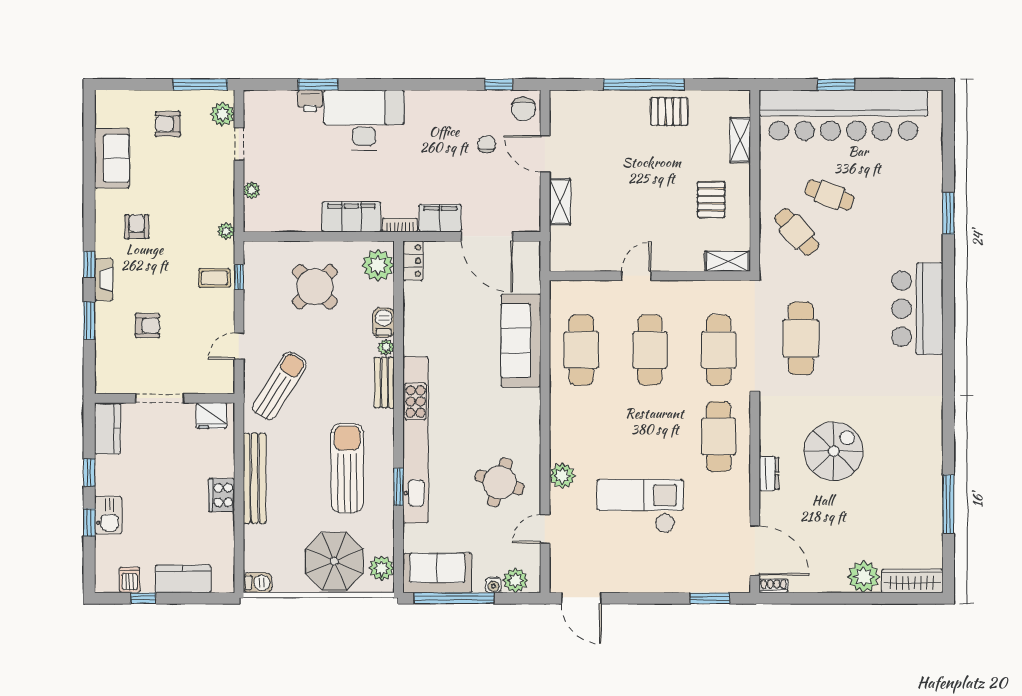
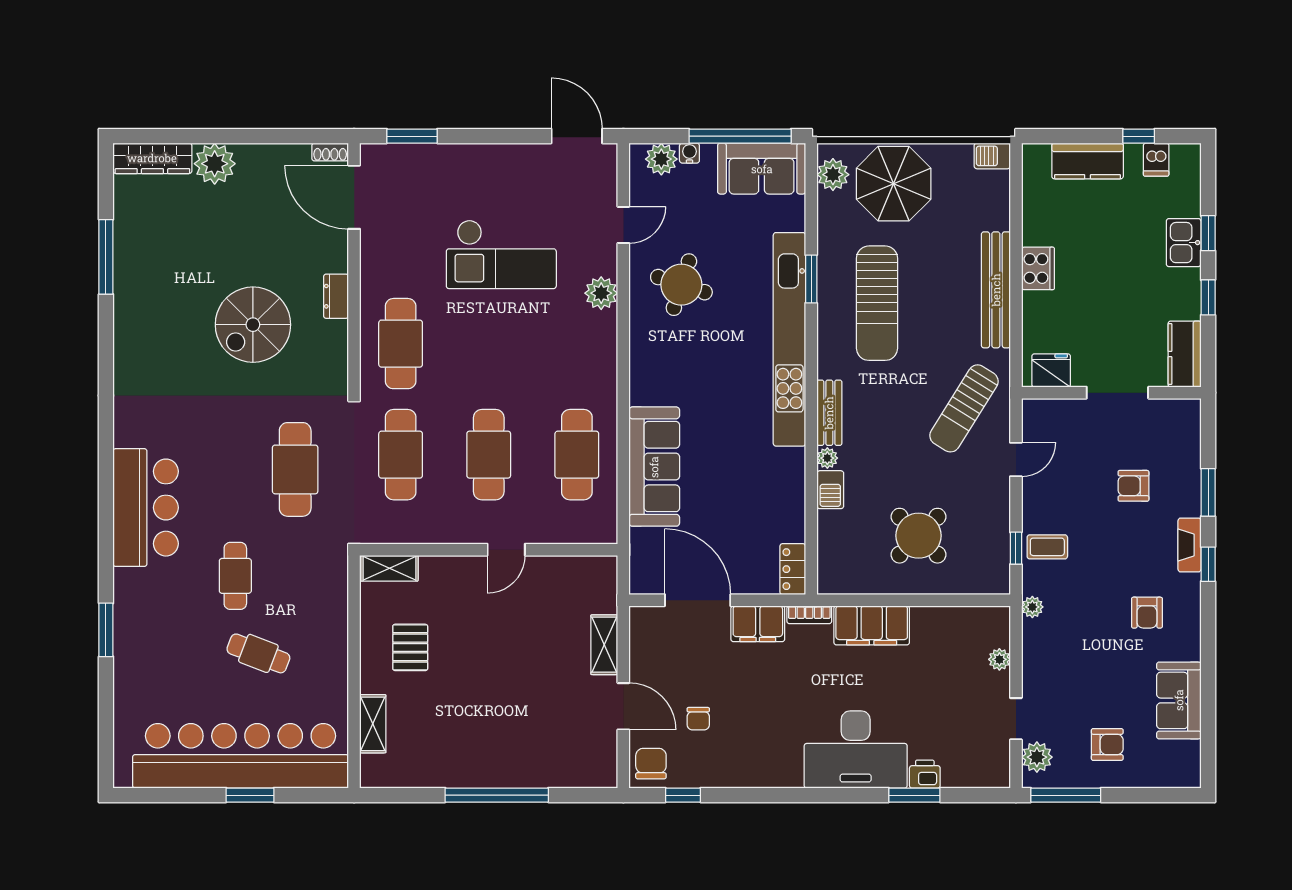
pallet: (669, 111) -> (464, 760), removed
cafe table: (797, 232) -> (235, 576), moved, turned 41
plant: (378, 265) -> (838, 563), removed

